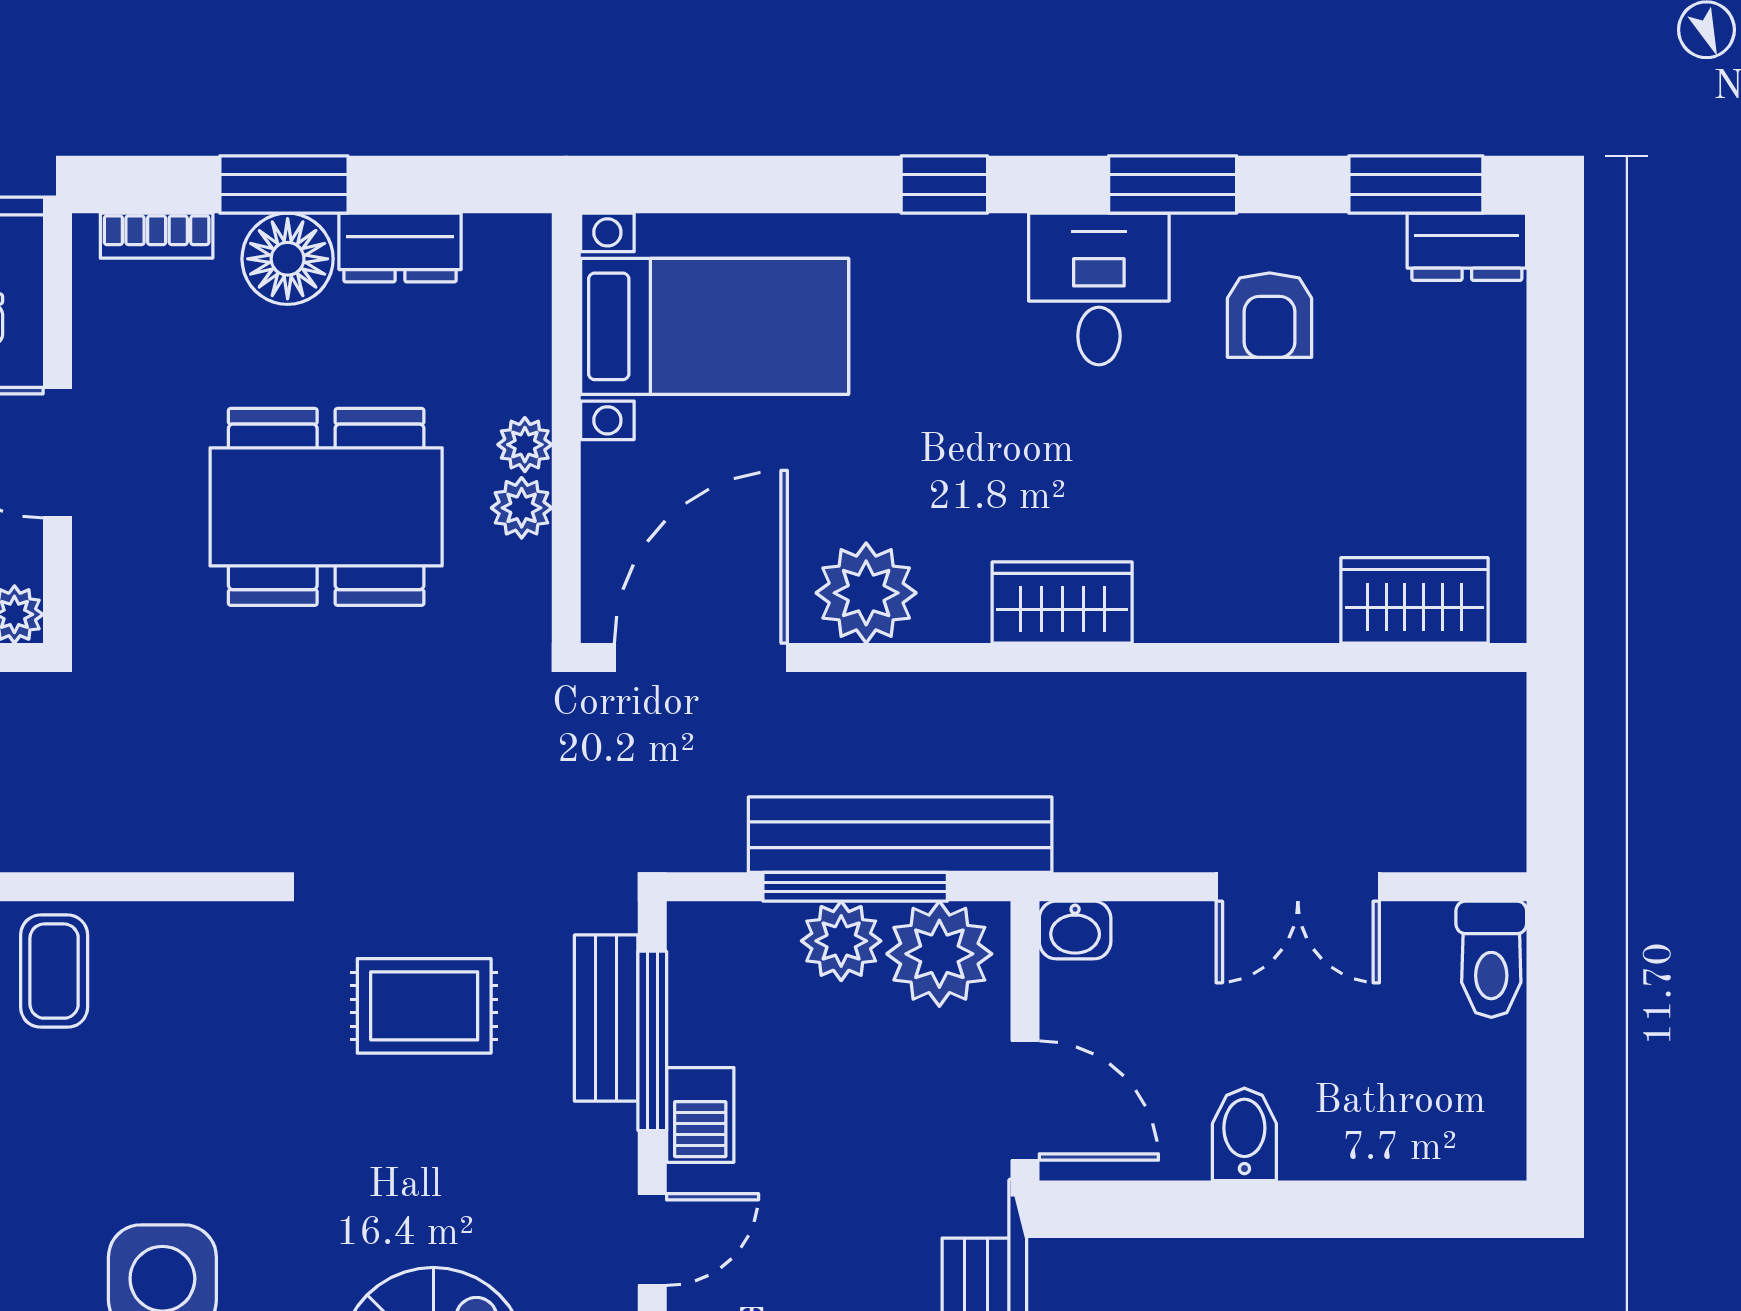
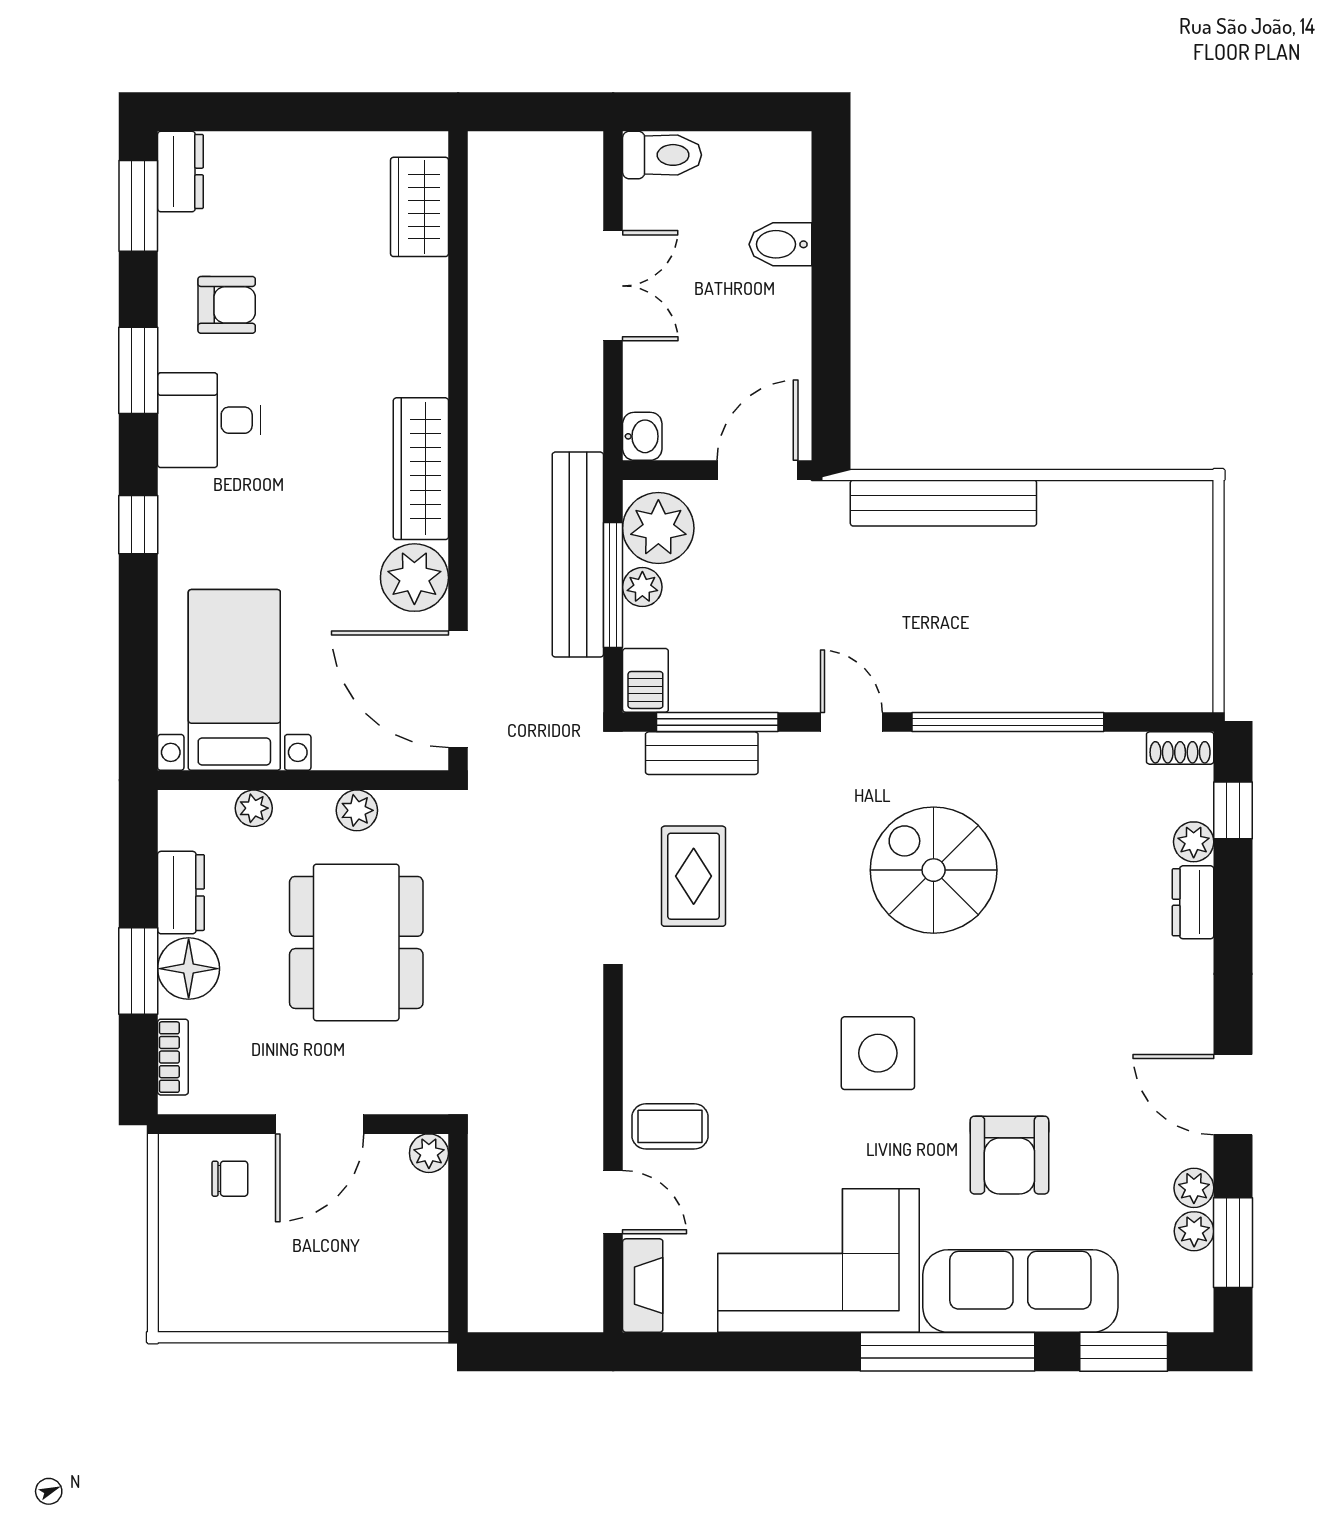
plant: (525, 445) -> (254, 808), moved
wardrobe: (1062, 603) -> (421, 469), width x1.50
plant: (841, 941) -> (642, 587), width x0.73, depth x0.73
barbecue: (700, 1115) -> (645, 680), moved, turned 90
bidet: (1244, 1134) -> (780, 244), moved

